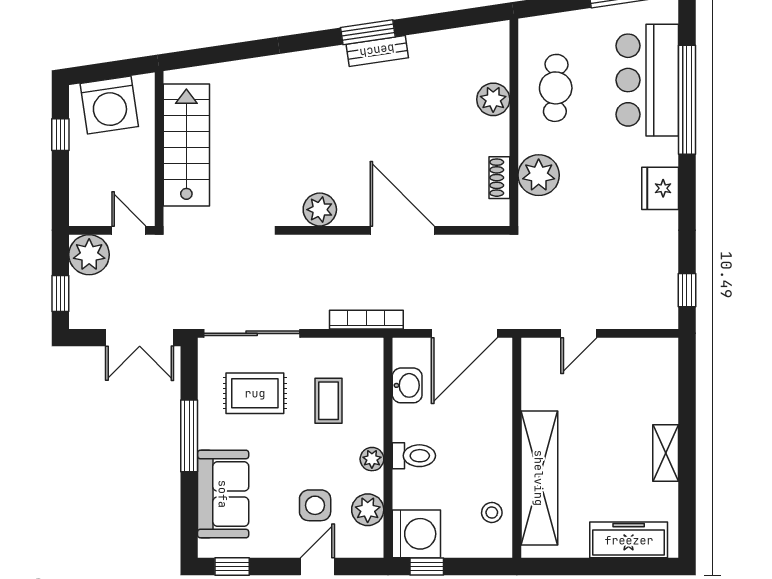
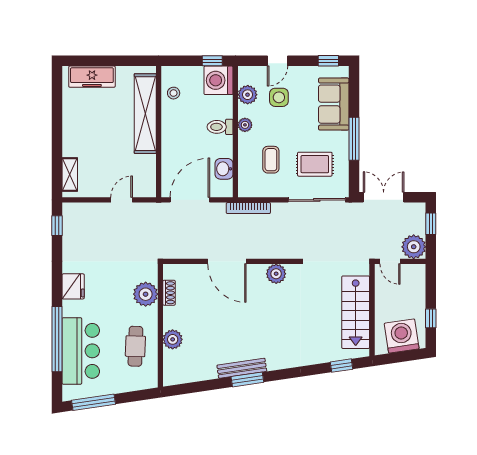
bench: (377, 51) -> (242, 368), width x1.36
window: (210, 56) -> (341, 366), added
shelving: (666, 453) -> (70, 174), moved

